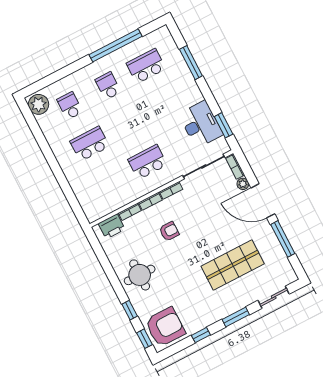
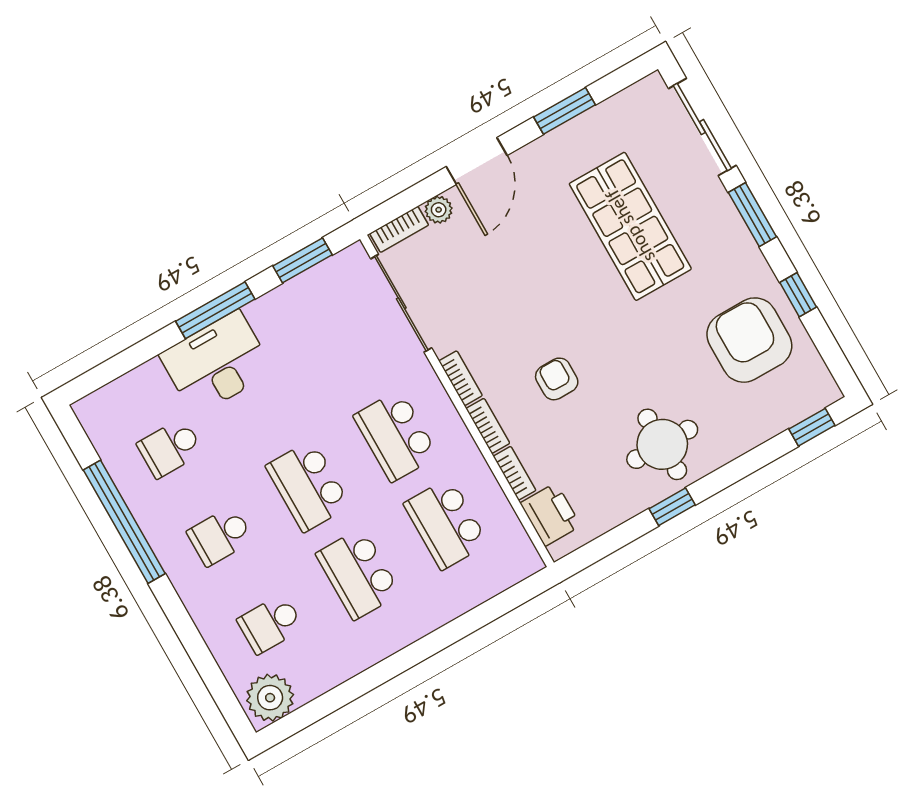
window: (191, 63) -> (215, 310), moved
school desk: (146, 66) -> (170, 448), width x0.54
school desk: (128, 124) -> (308, 486), added
desk: (201, 124) -> (217, 363), moved
school desk: (109, 182) -> (446, 524), added
door: (263, 201) -> (477, 161), width x0.73
window: (283, 239) -> (565, 111), width x0.69
sliding door: (274, 297) -> (702, 127), width x1.37
window: (130, 310) -> (672, 507), moved
armchair: (165, 327) -> (749, 340), moved

